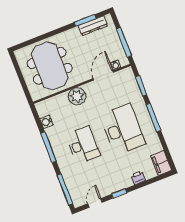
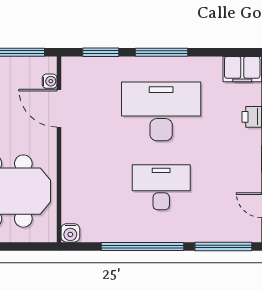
plant: (77, 96) -> (77, 165), removed
water cooler: (46, 122) -> (70, 233), moved
window: (48, 147) -> (143, 246), width x1.46

